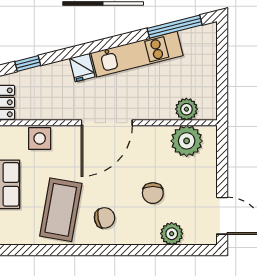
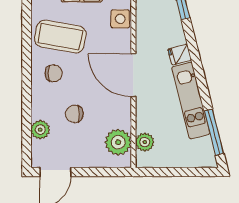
chair: (105, 218) -> (54, 73), turned -79

